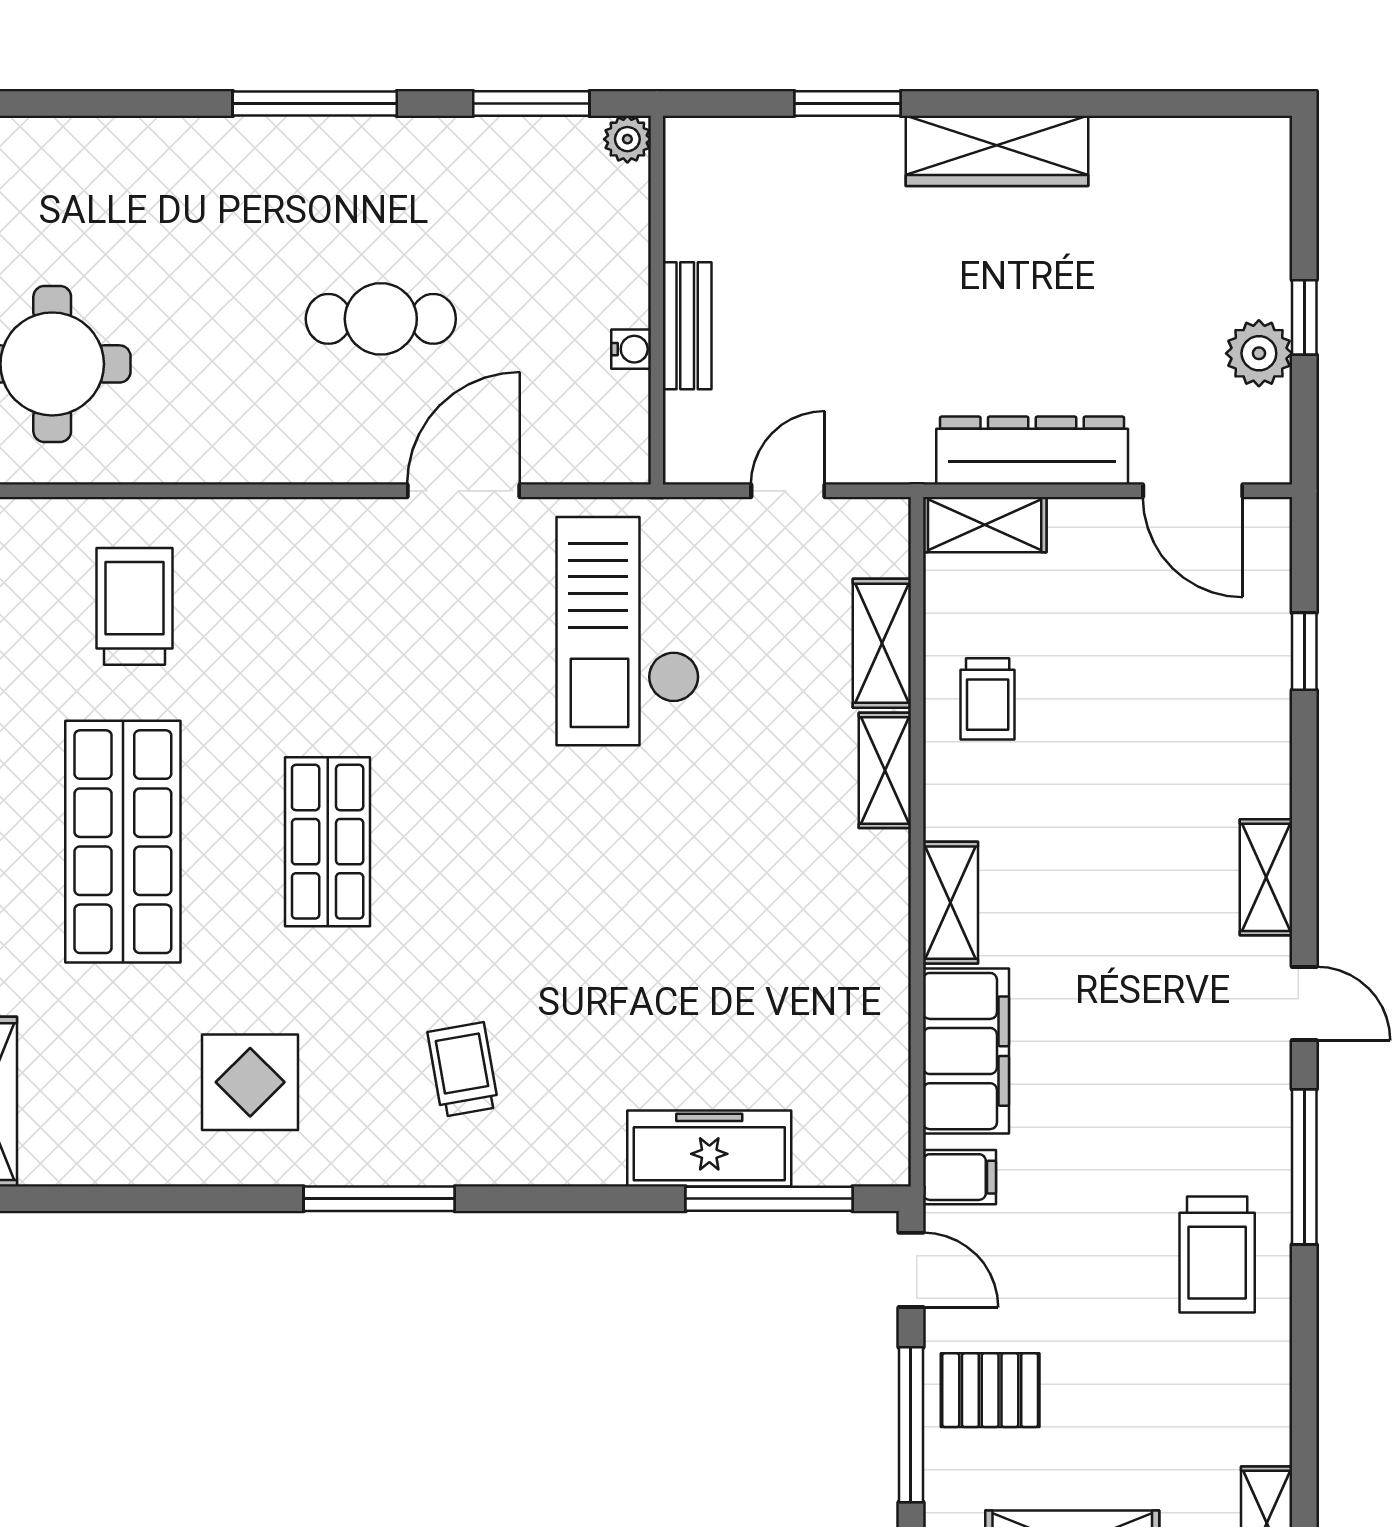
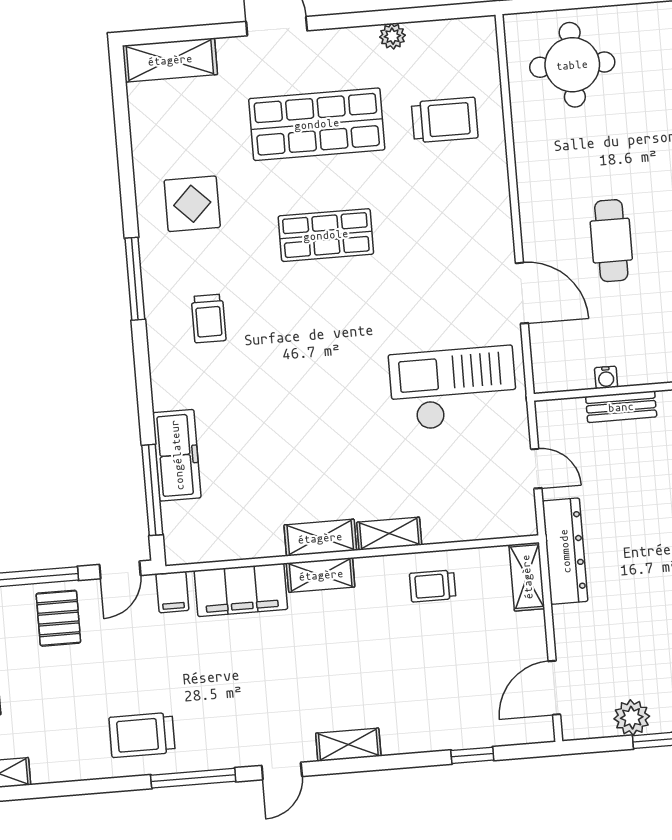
dresser: (1032, 451) -> (565, 551), moved
shelving: (882, 643) -> (320, 538), moved
trolley: (463, 1069) -> (209, 318), turned 100

